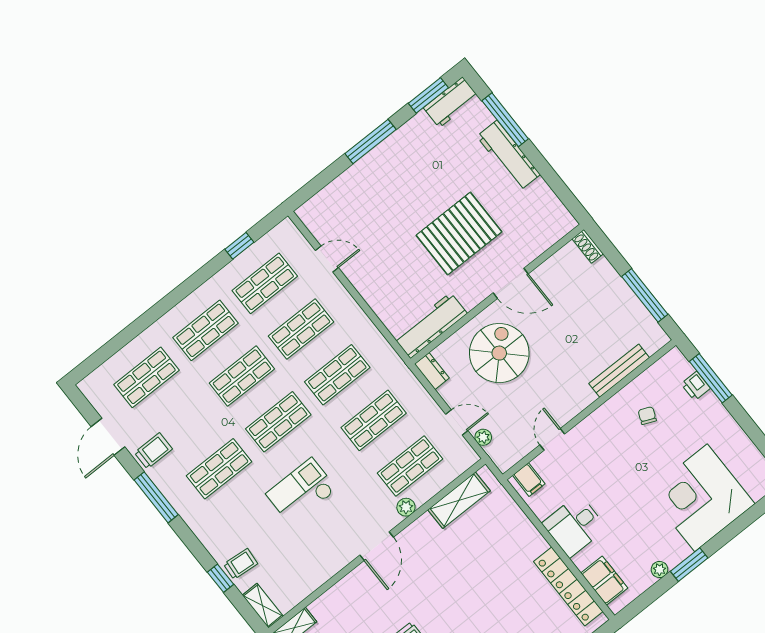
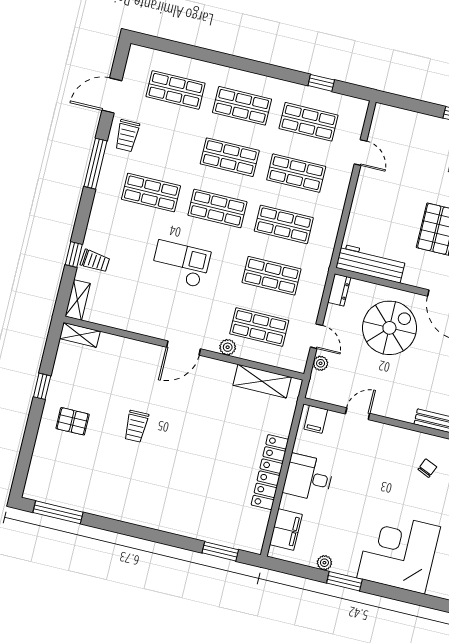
trolley: (153, 451) -> (127, 136), turned 90
locker: (568, 587) -> (270, 472), moved

